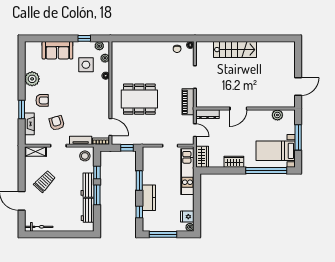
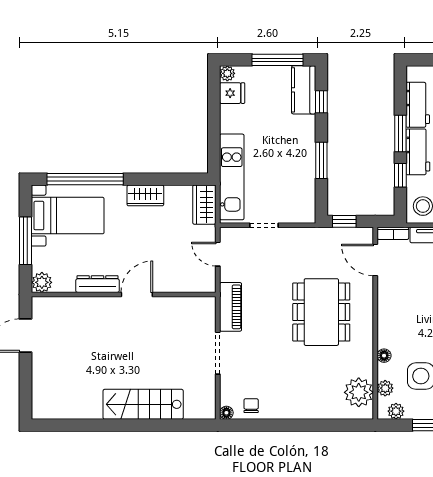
plant: (119, 56) -> (359, 392), added
dining table: (139, 99) -> (321, 312), turned 90
dresser: (208, 114) -> (97, 284), moved
plant: (277, 115) -> (42, 282), moved
kitchen counter: (149, 198) -> (304, 90), moved

